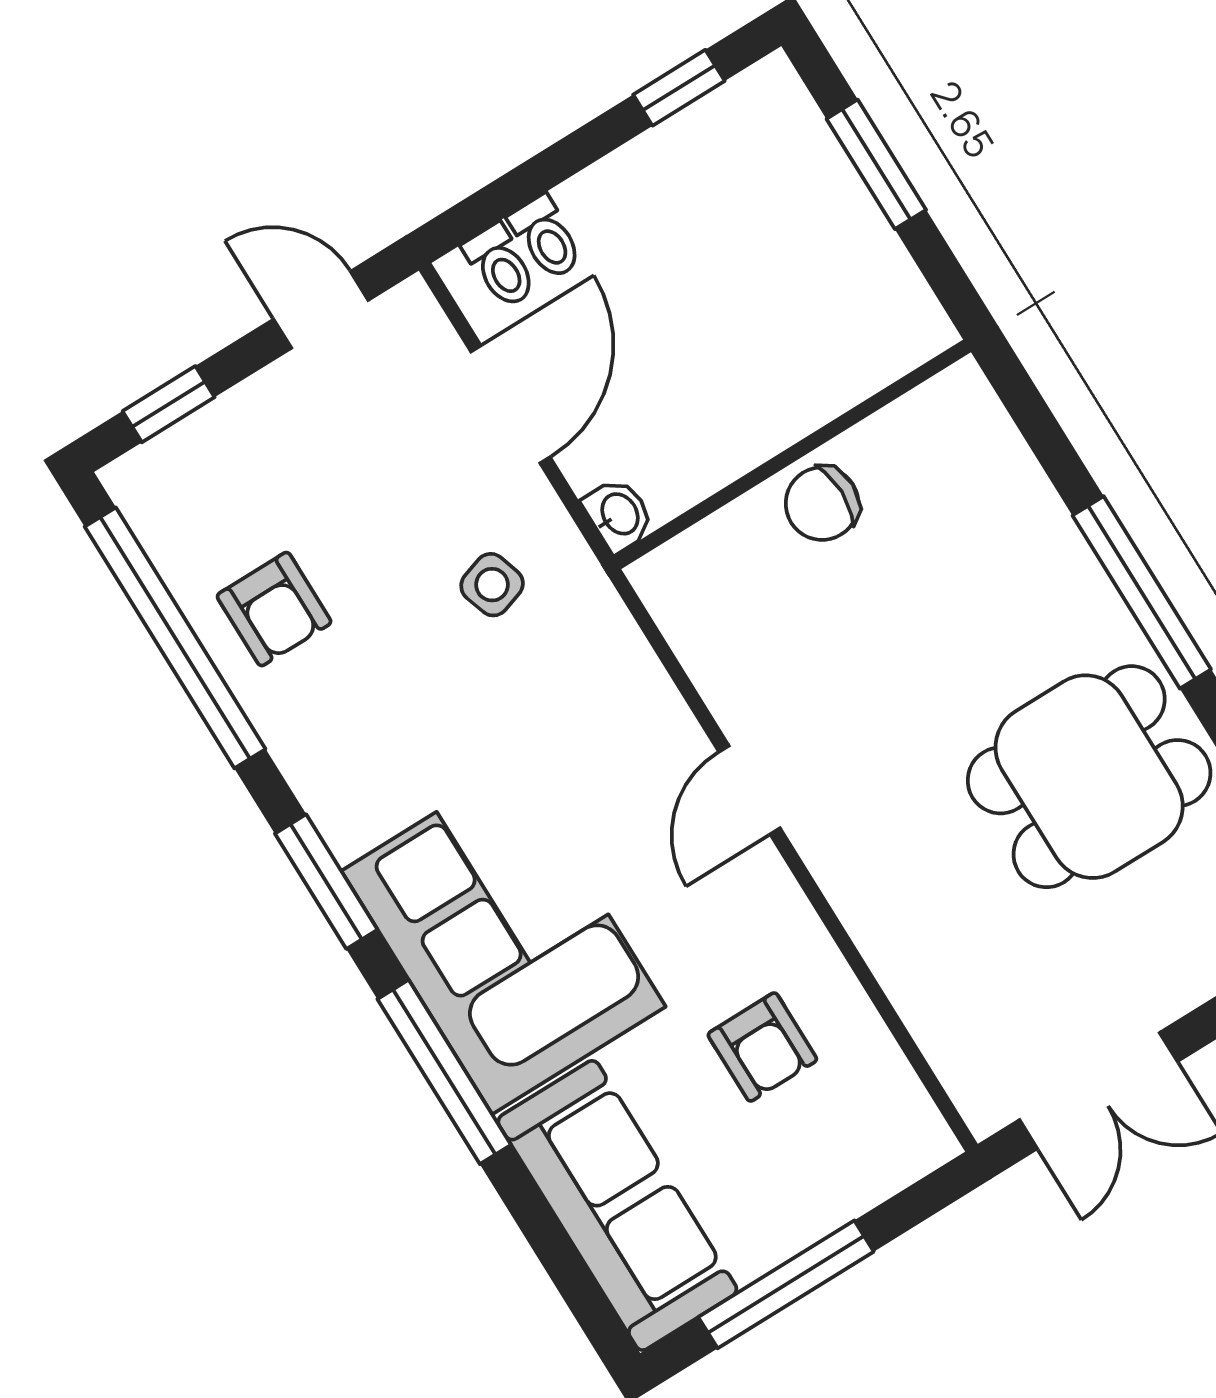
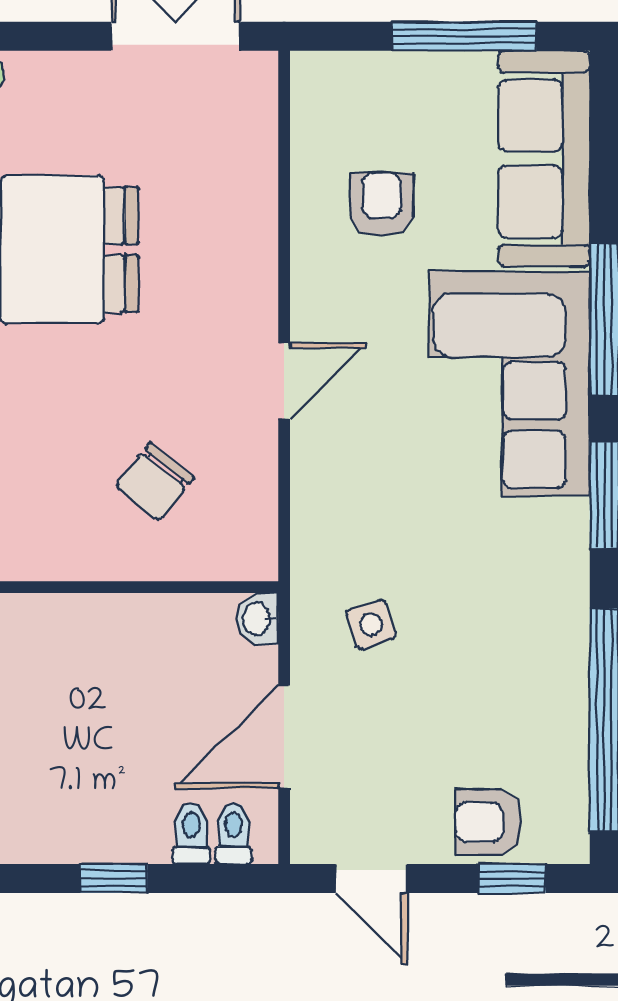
window: (679, 88) -> (114, 878), moved
chair: (822, 504) -> (155, 482), moved, turned 129
armchair: (274, 609) -> (489, 822), moved, turned -90

